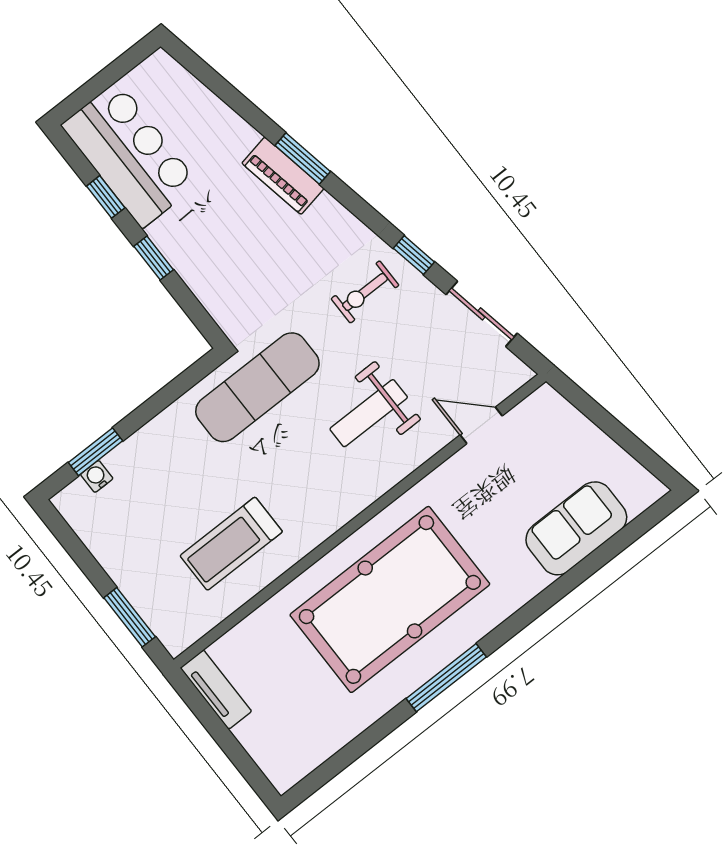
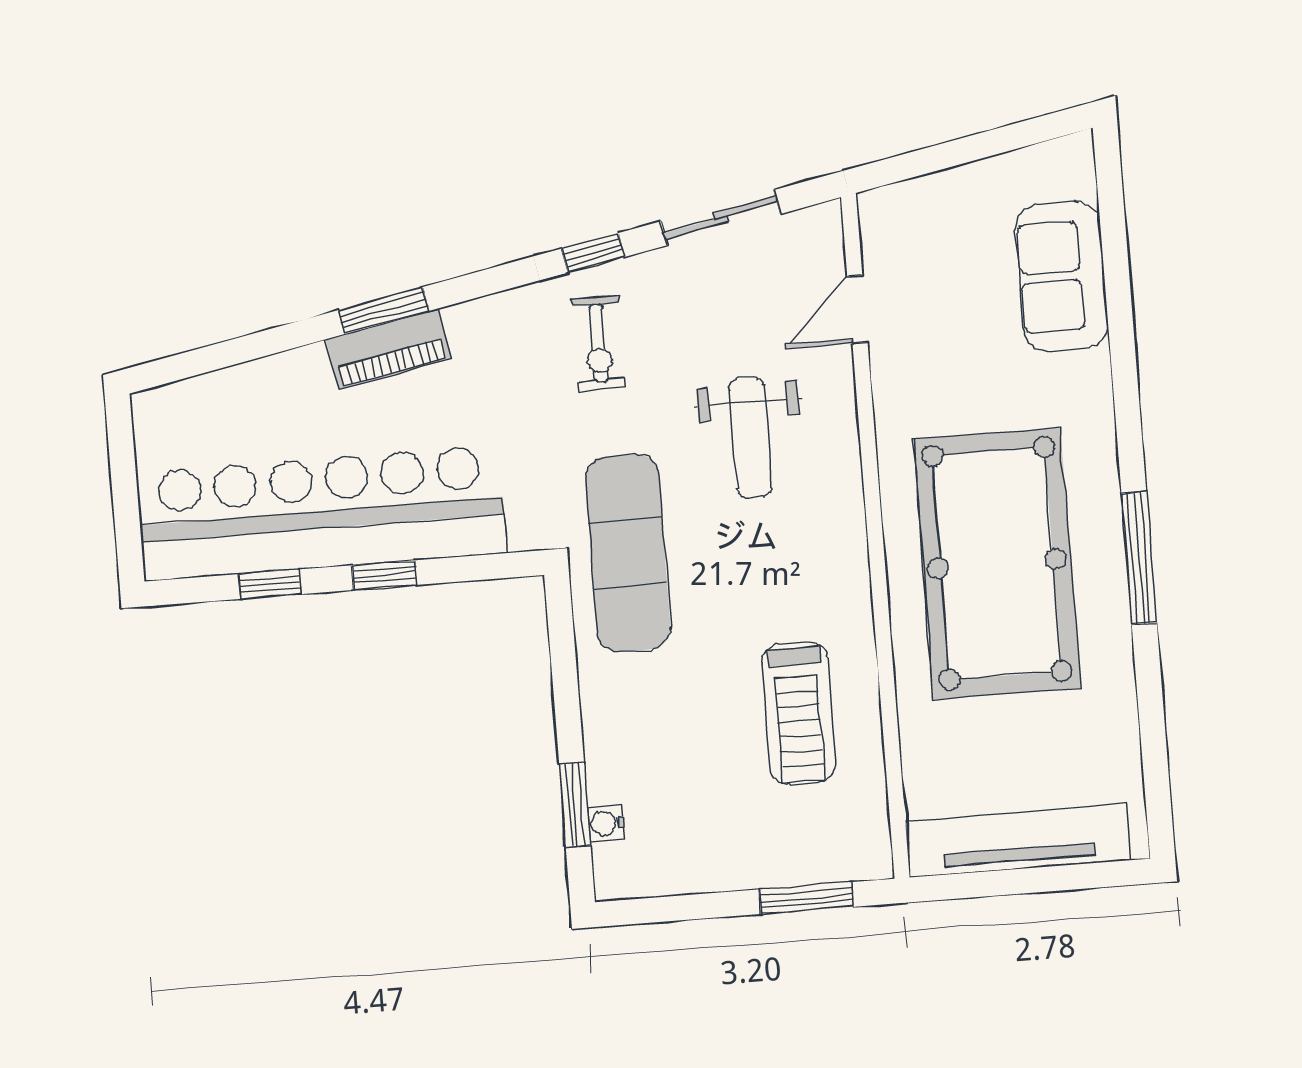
bar counter: (130, 155) -> (321, 513), width x1.86
tv unit: (216, 690) -> (1018, 841), width x1.92, depth x1.29

